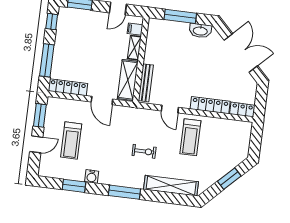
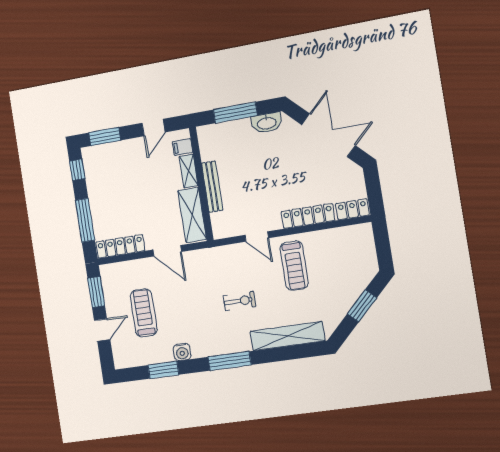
bench: (146, 83) -> (212, 187), moved
treadmill: (71, 141) -> (144, 313), turned 180

